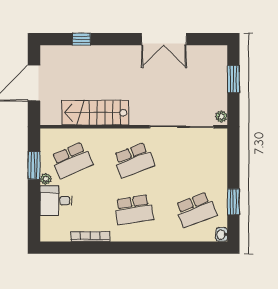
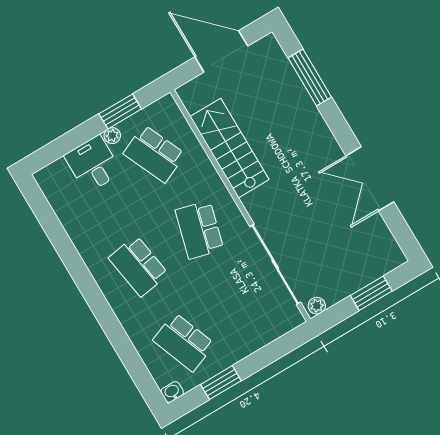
window: (81, 39) -> (310, 77), width x2.17
school desk: (134, 160) -> (199, 230), turned 36
bookcase: (90, 237) -> (74, 232), removed

